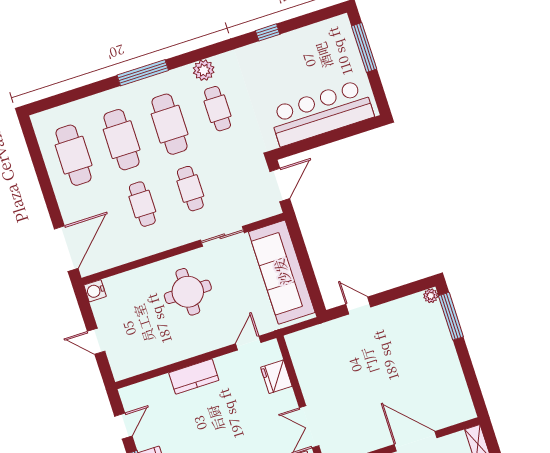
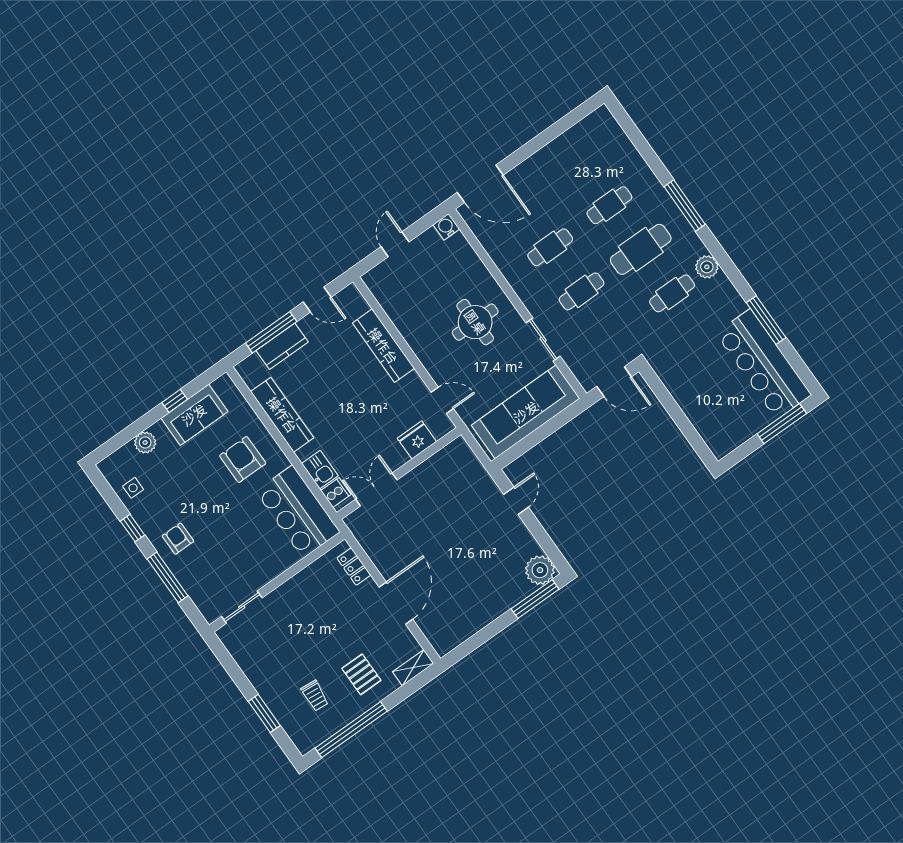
window: (268, 32) -> (766, 320), width x2.17
bar counter: (321, 113) -> (763, 364), moved, turned 180
cafe table: (122, 140) -> (609, 205), width x0.73, depth x0.74
cafe table: (74, 155) -> (578, 161), removed
plant: (431, 296) -> (540, 570), width x1.87, depth x1.87
kitchen counter: (194, 377) -> (383, 346), width x1.50

